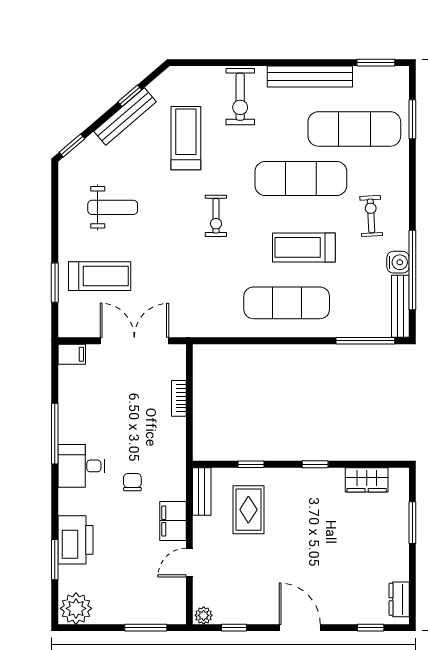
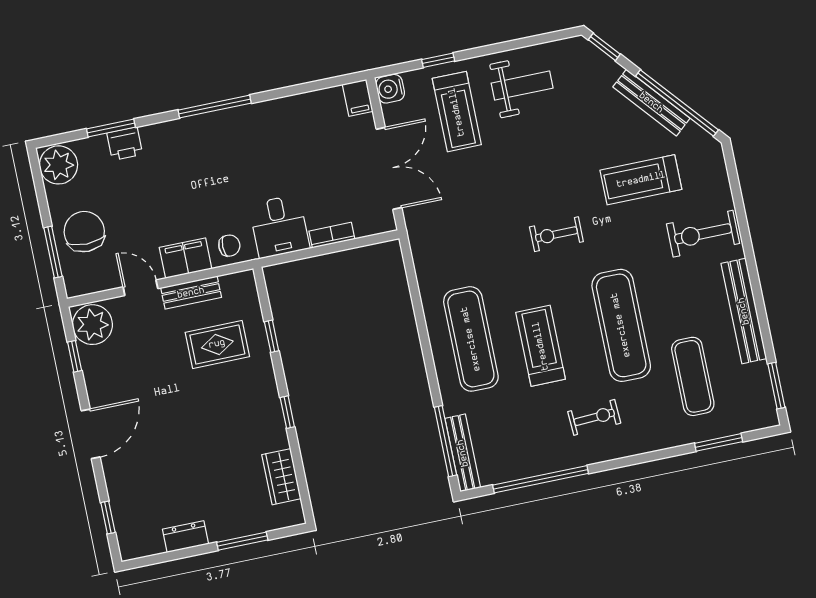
window: (130, 96) -> (677, 103), width x3.17
exercise mat: (354, 129) -> (693, 376), width x0.73, depth x0.69
treadmill: (186, 138) -> (641, 180), turned 180
weight bench: (113, 207) -> (522, 86), moved, turned -90
water cooler: (398, 262) -> (390, 89), moved, turned 90
window: (55, 283) -> (438, 60), width x0.67
bench: (400, 306) -> (463, 453), moved, turned 90
window: (55, 434) -> (215, 107), moved
desk: (81, 466) -> (279, 226), moved, turned 180
chair: (132, 482) -> (229, 246), moved
bench: (202, 491) -> (191, 293), moved
printer: (75, 540) -> (125, 144), width x0.53, depth x0.68
chair: (134, 599) -> (84, 232), added
dresser: (399, 599) -> (185, 537), moved
plant: (204, 615) -> (92, 325), width x1.88, depth x1.88

